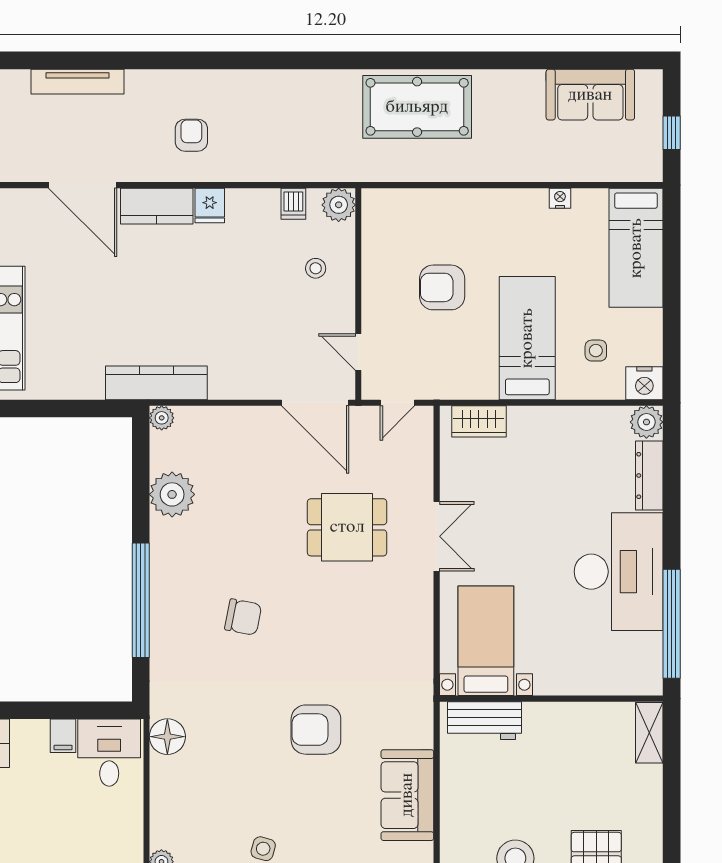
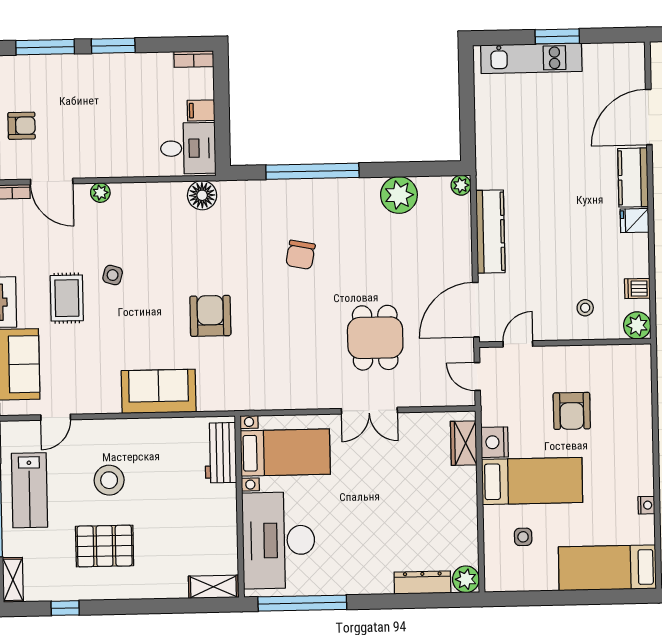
armchair: (442, 287) -> (572, 411), turned 180
kitchen counter: (156, 383) -> (490, 232), moved
nightstand: (644, 383) -> (495, 442), moved
desk: (619, 572) -> (279, 540), moved, turned 90

